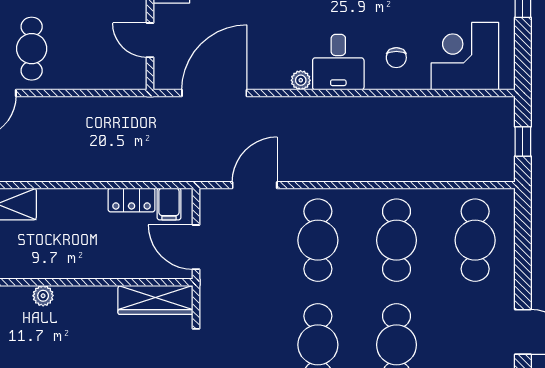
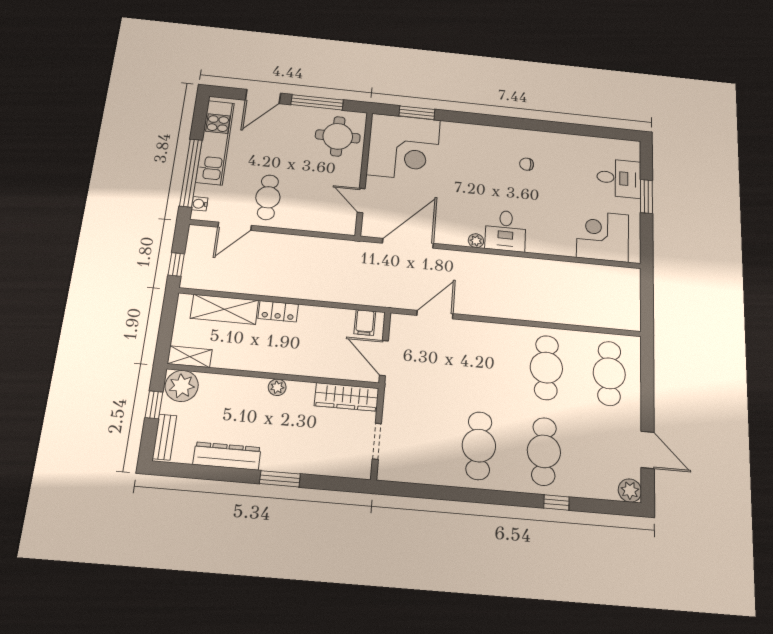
chair: (396, 58) -> (550, 232), removed
window: (523, 142) -> (647, 302), removed
locker: (132, 200) -> (278, 311), moved
cafe table: (318, 240) -> (483, 362), removed
plant: (43, 296) -> (277, 387), moved

